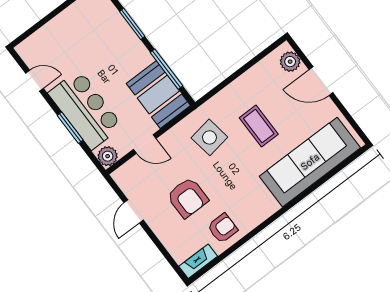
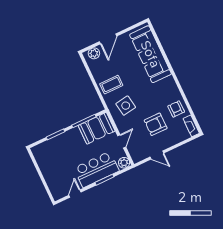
coffee table: (259, 126) -> (111, 85), moved
armchair: (188, 198) -> (156, 124), turned 180

